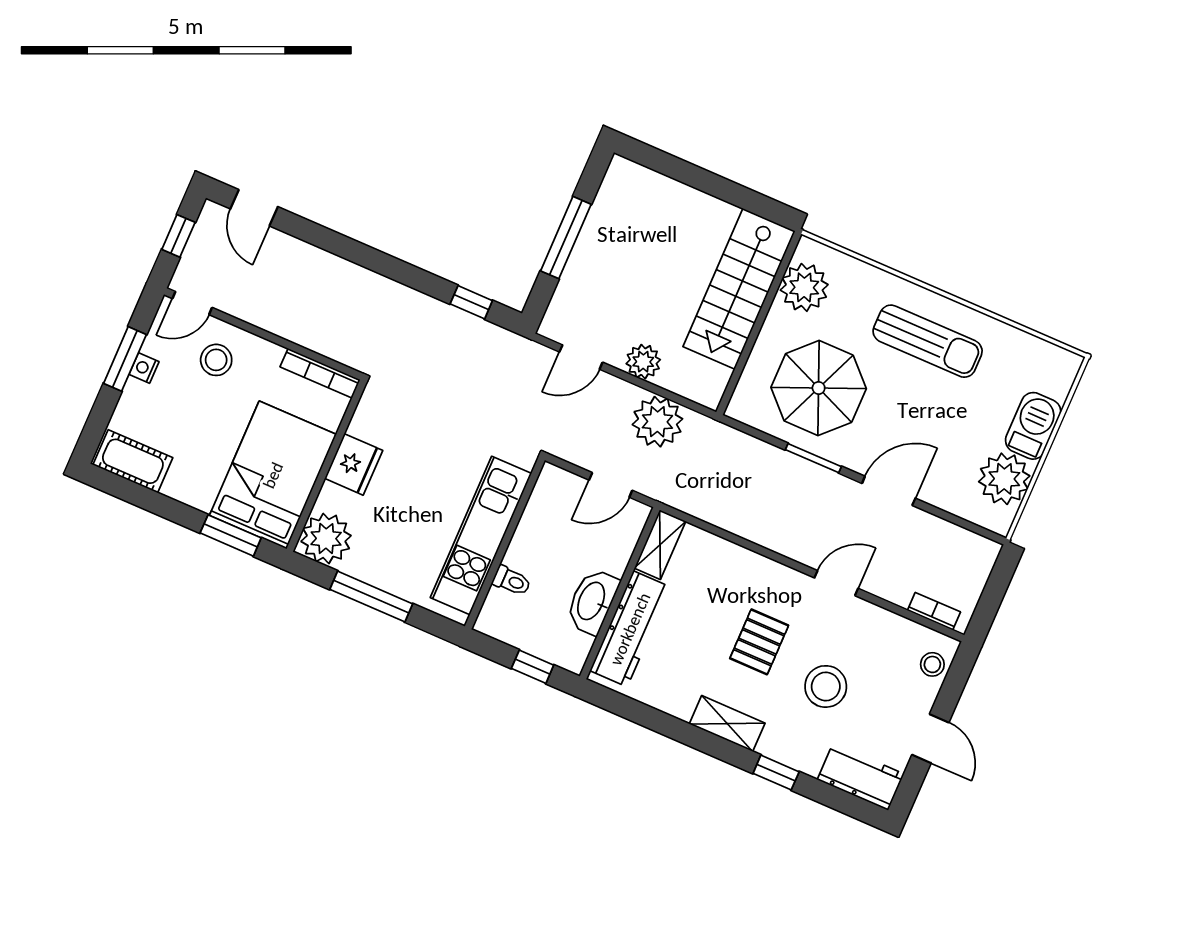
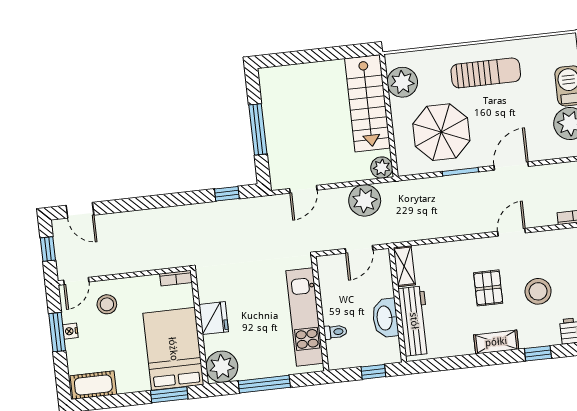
plant: (643, 362) -> (382, 168), moved
bookcase: (320, 373) -> (176, 278), width x0.64

